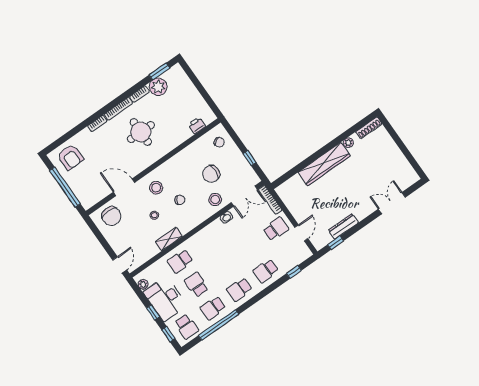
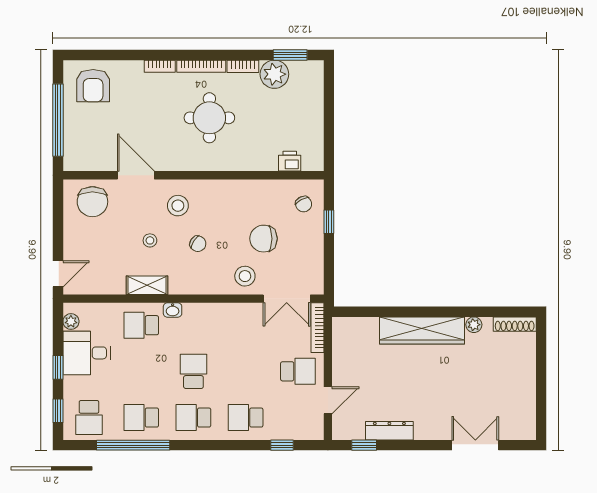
window: (249, 158) -> (329, 222), moved
washbasin: (226, 217) -> (173, 310), moved
school desk: (196, 285) -> (193, 371), moved
desk: (165, 299) -> (87, 353), width x0.73

